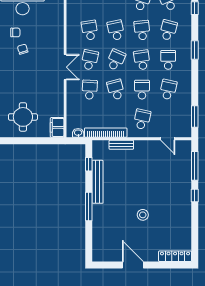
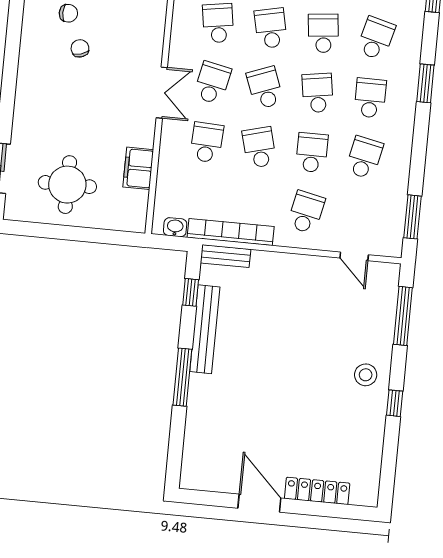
school desk: (116, 60) -> (265, 88), turned -45
filing cabinet: (57, 127) -> (138, 168), moved
bench: (121, 145) -> (226, 256), moved
window: (195, 195) -> (395, 403), moved
stool: (143, 215) -> (366, 375), moved
locker: (175, 256) -> (317, 491), moved

